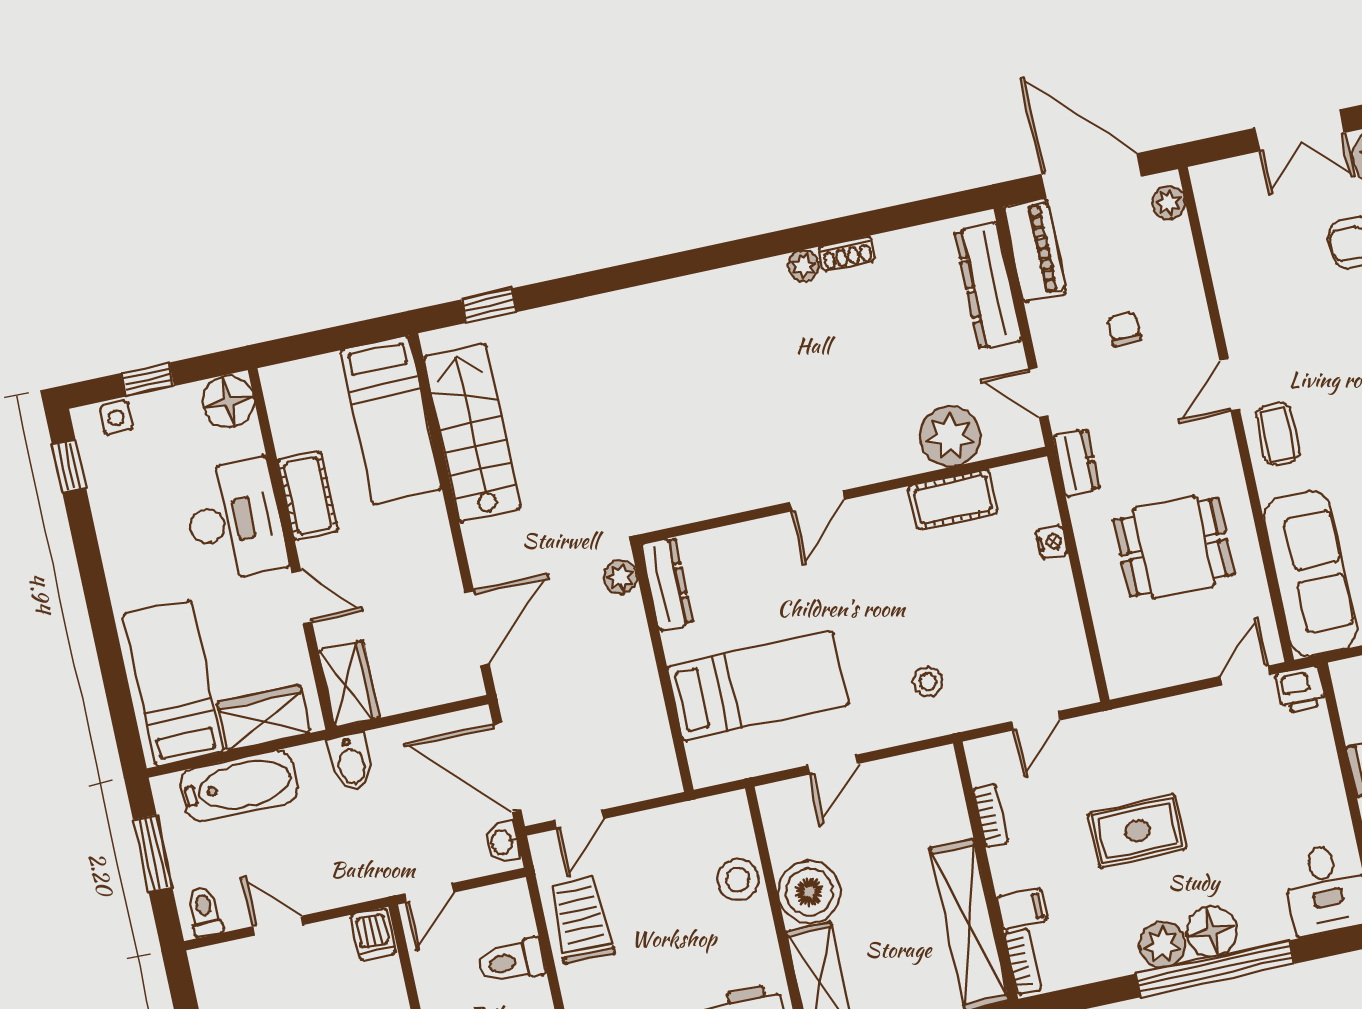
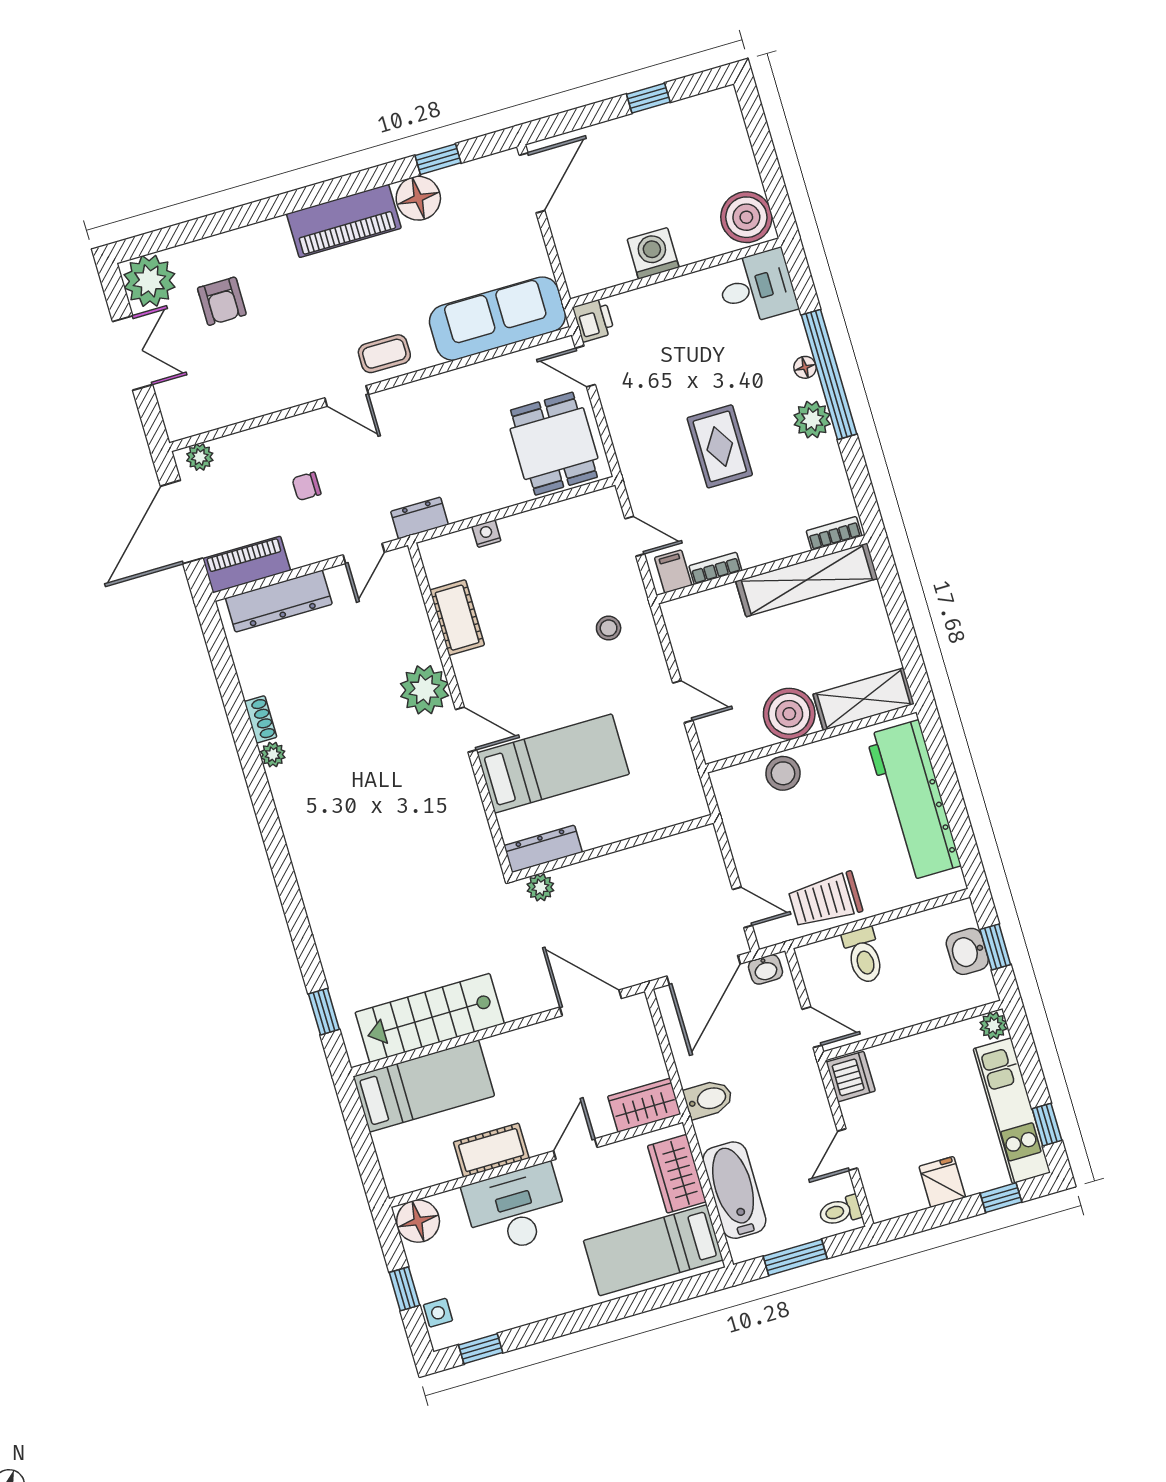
plant: (950, 436) -> (424, 690), moved
dining table: (1174, 547) -> (554, 444), moved
bed: (758, 686) -> (553, 763), moved, turned 90
filing cabinet: (1022, 909) -> (673, 571), moved
floor lamp: (1212, 931) -> (805, 367), width x0.53, depth x0.53
dishwasher: (373, 934) -> (851, 1077), width x1.38

